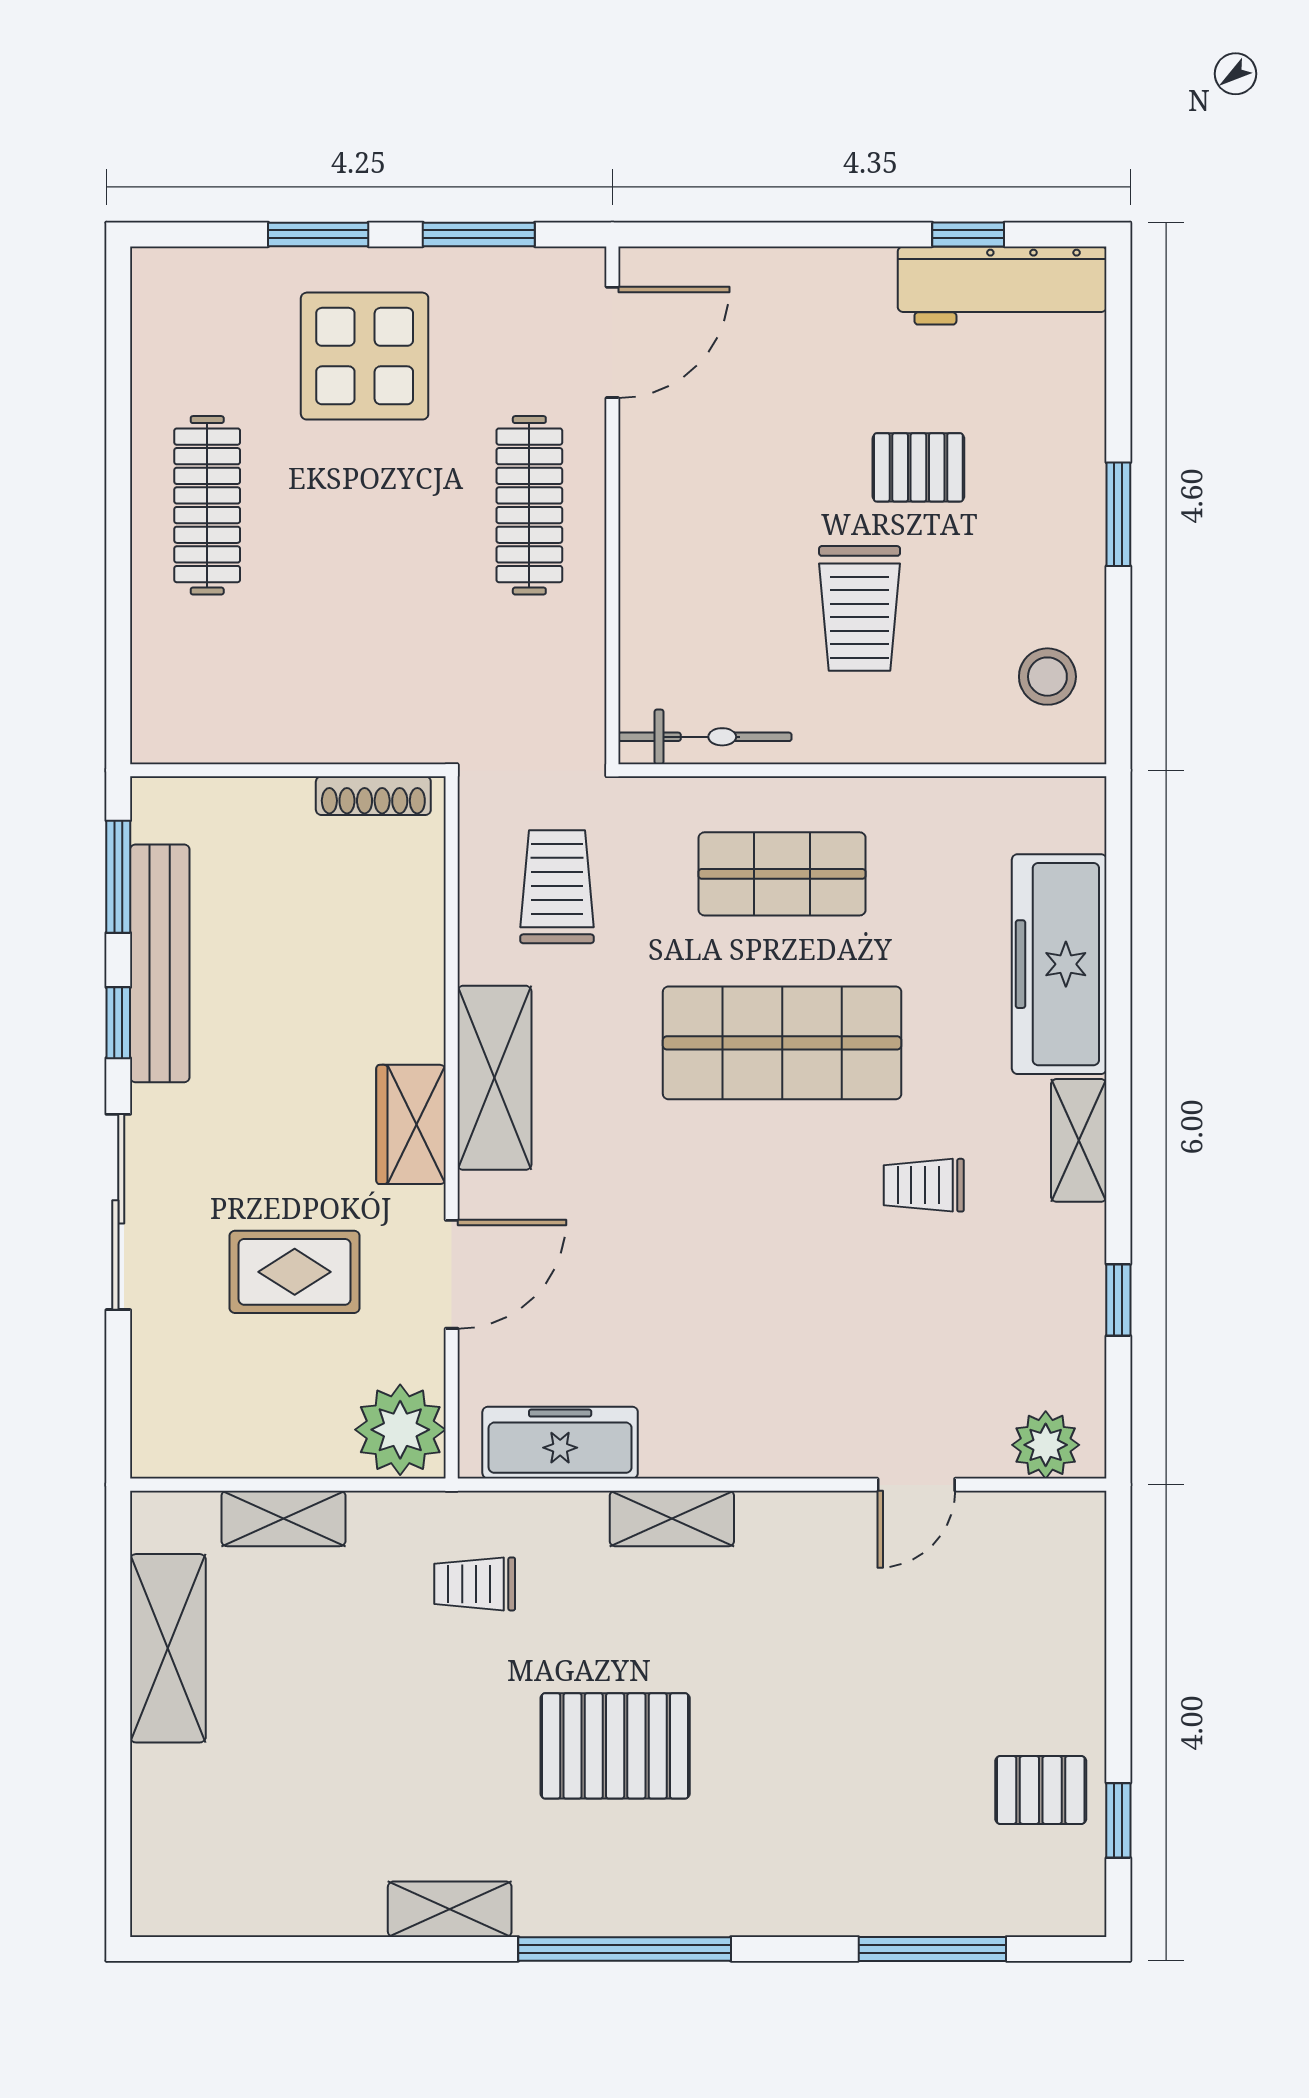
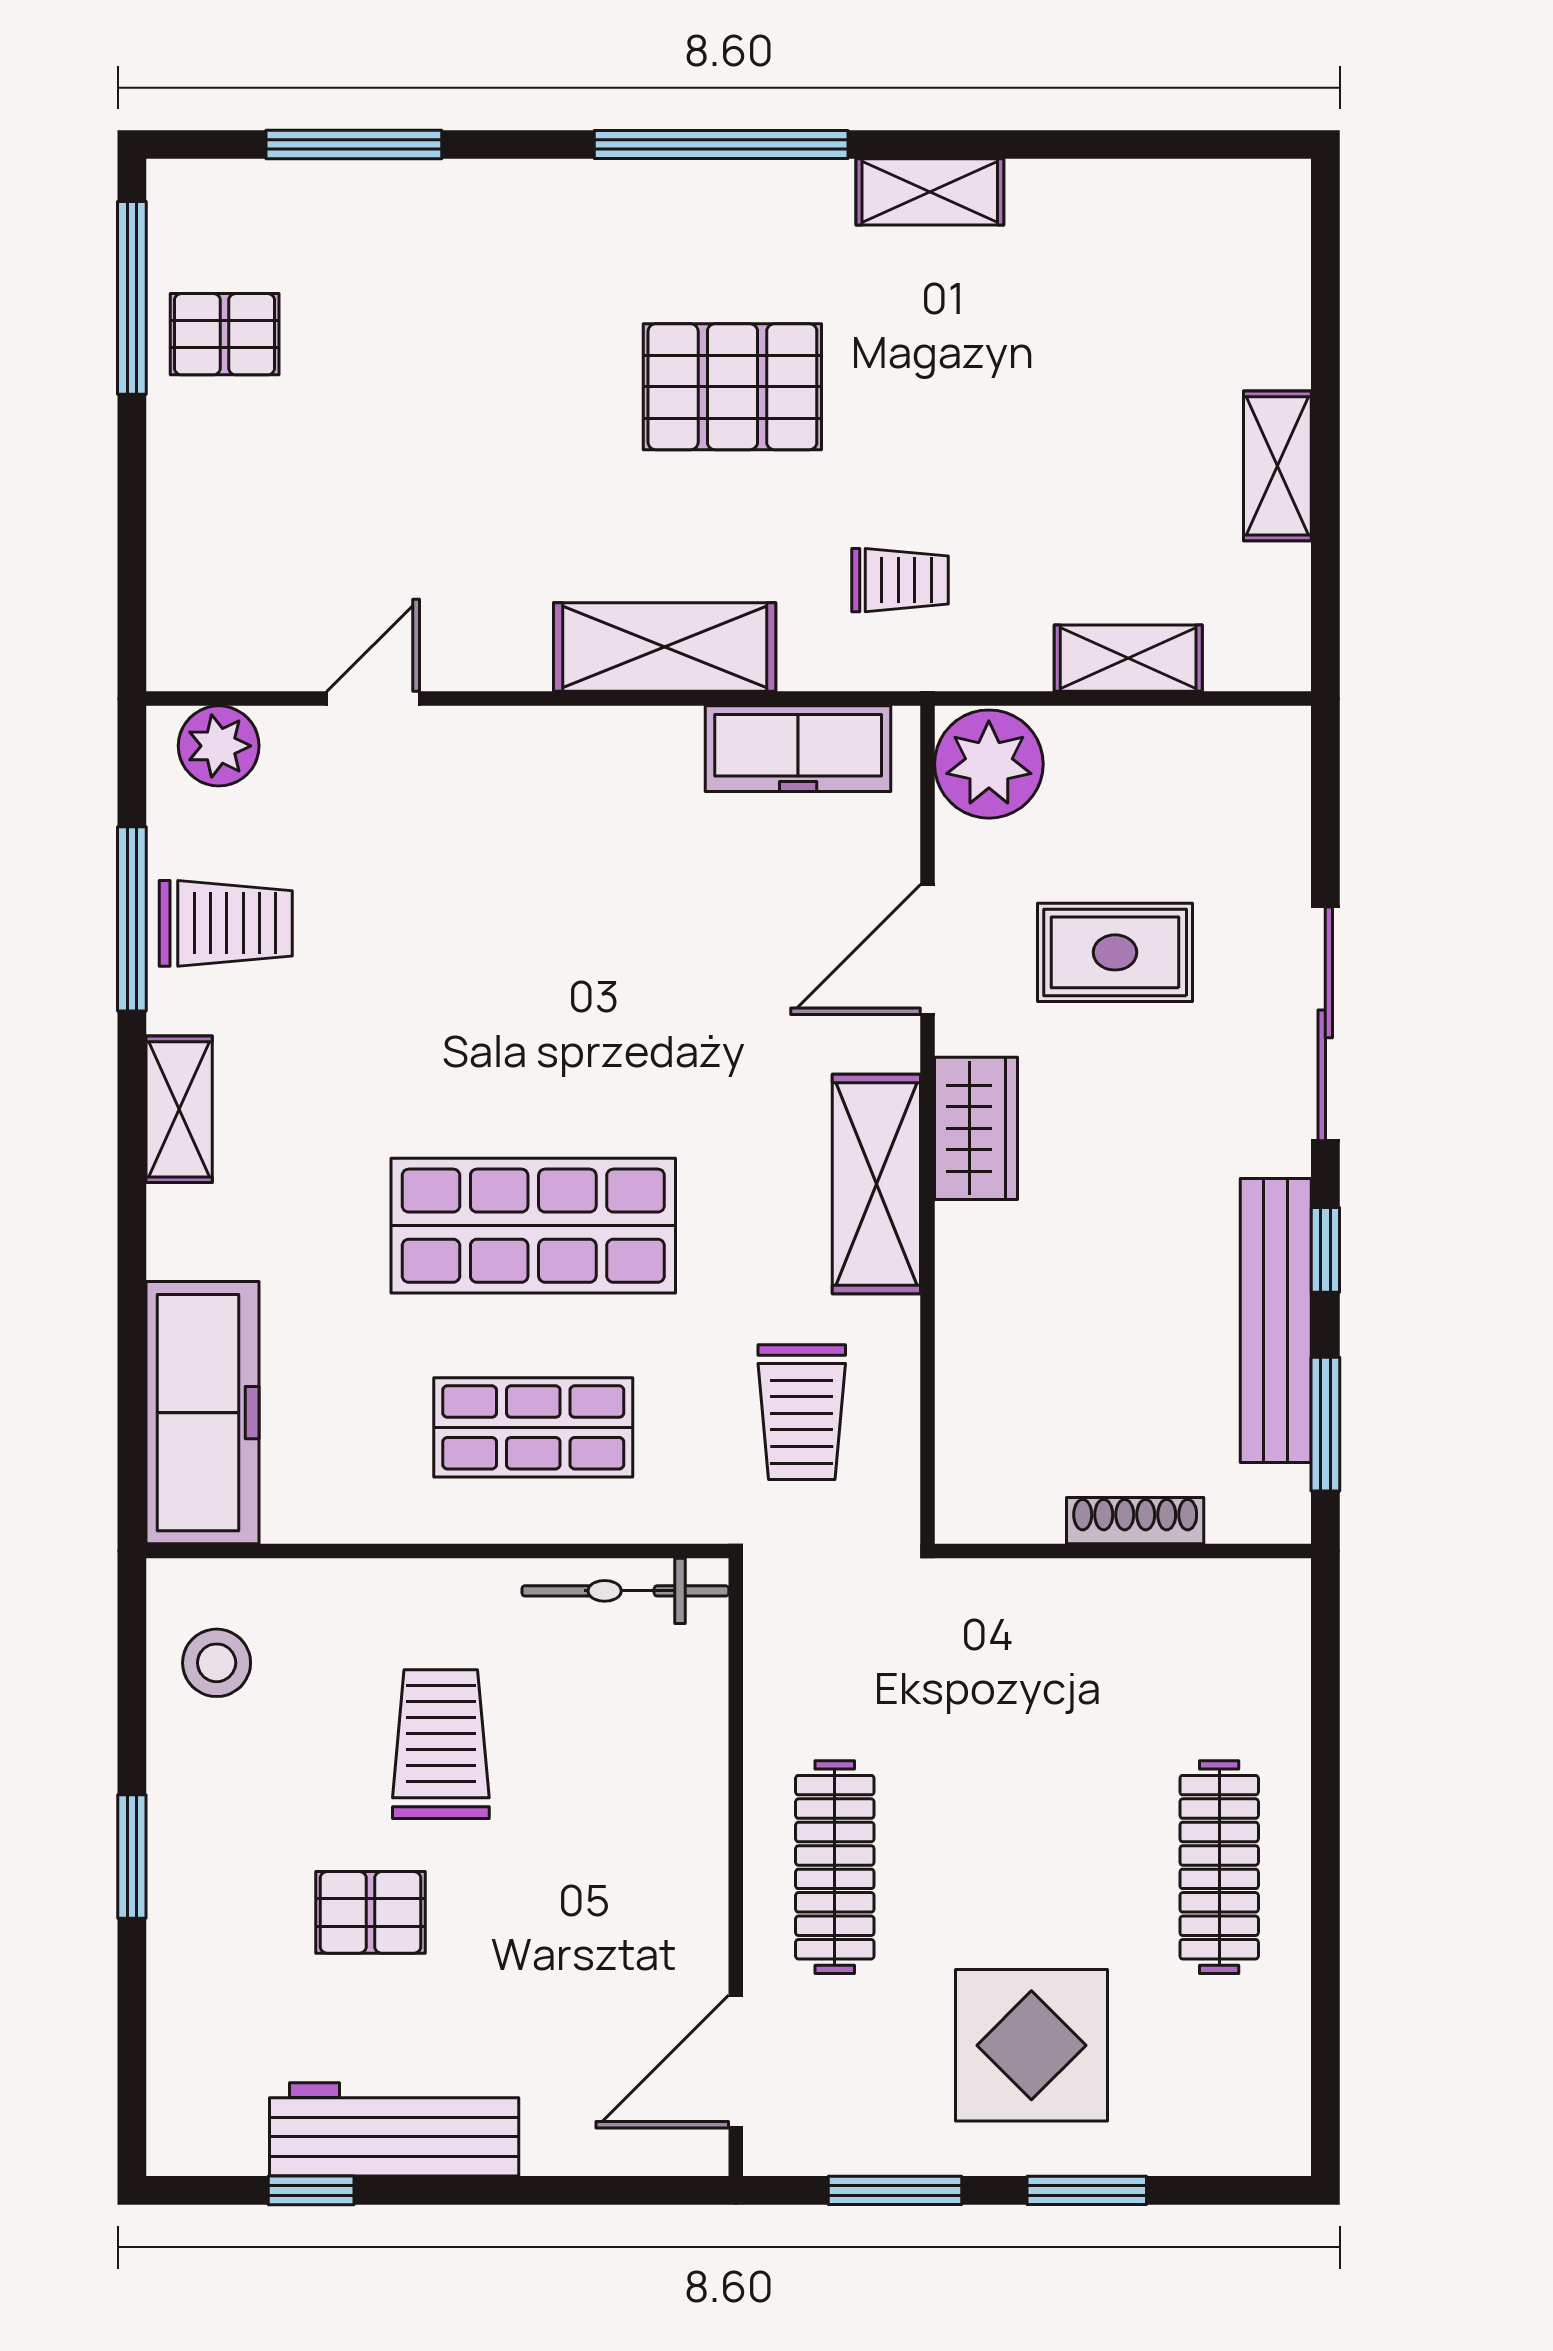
workbench: (1002, 286) -> (394, 2129), moved
shoe rack: (373, 796) -> (1135, 1521), moved
freezer: (1059, 964) -> (202, 1413), moved
trolley: (924, 1185) -> (226, 923), moved, width x1.36, depth x1.39
window: (1118, 1300) -> (132, 919), width x2.17
shelving: (672, 1518) -> (665, 647), width x1.50, depth x1.33
shelving: (168, 1648) -> (1277, 466), width x0.67, depth x0.75
window: (1118, 1820) -> (132, 298), width x2.17

